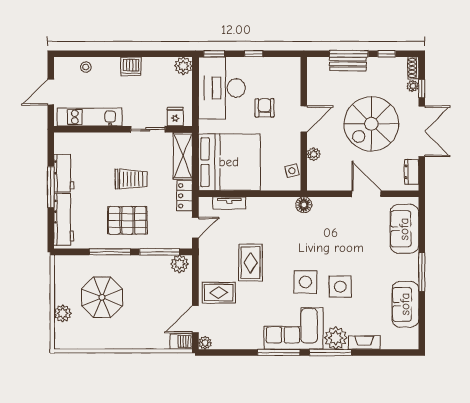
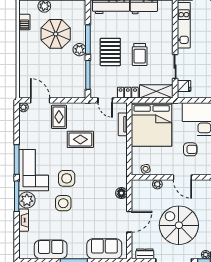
floor lamp: (304, 205) -> (121, 193), moved
plant: (179, 264) -> (79, 50), moved
barbecue: (181, 342) -> (24, 22), moved

